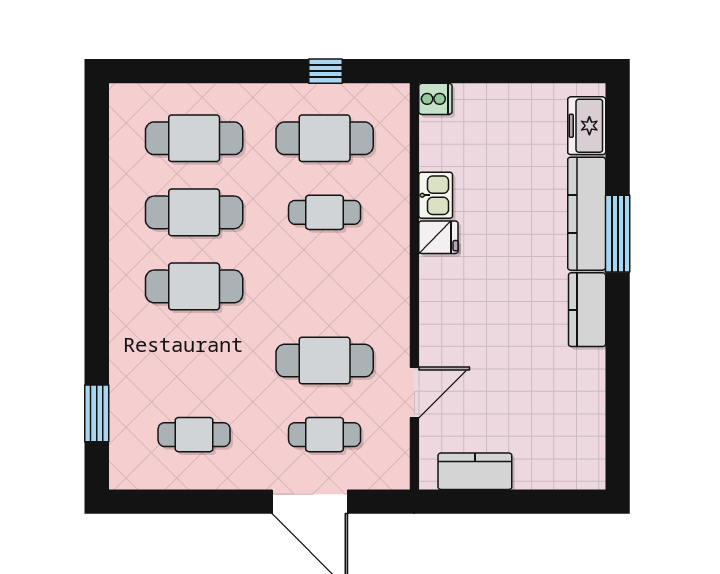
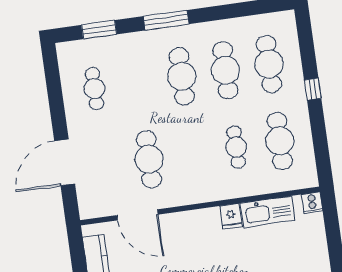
window: (326, 71) -> (313, 89), moved
kitchen sink: (436, 195) -> (268, 212), width x1.88, depth x1.24
window: (97, 299) -> (166, 20), added
door: (414, 393) -> (137, 215), width x1.36
cafe table: (325, 435) -> (105, 165), removed

